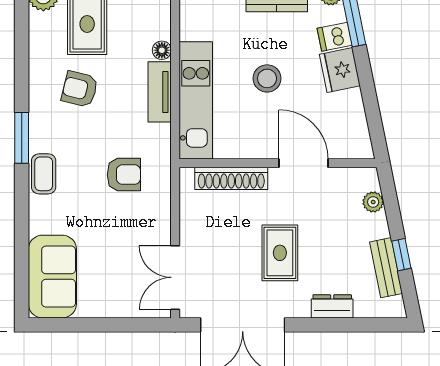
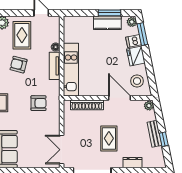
stool: (267, 78) -> (137, 81), moved
plant: (373, 202) -> (149, 106), moved
bench: (386, 268) -> (154, 134), moved

